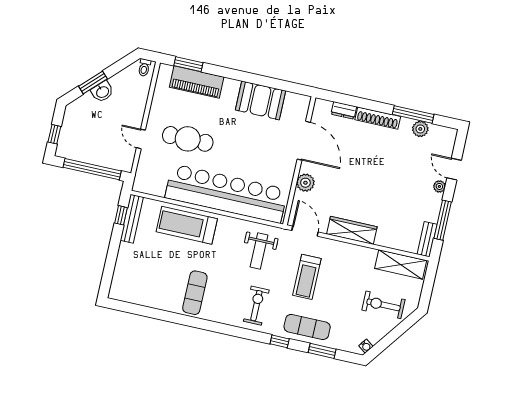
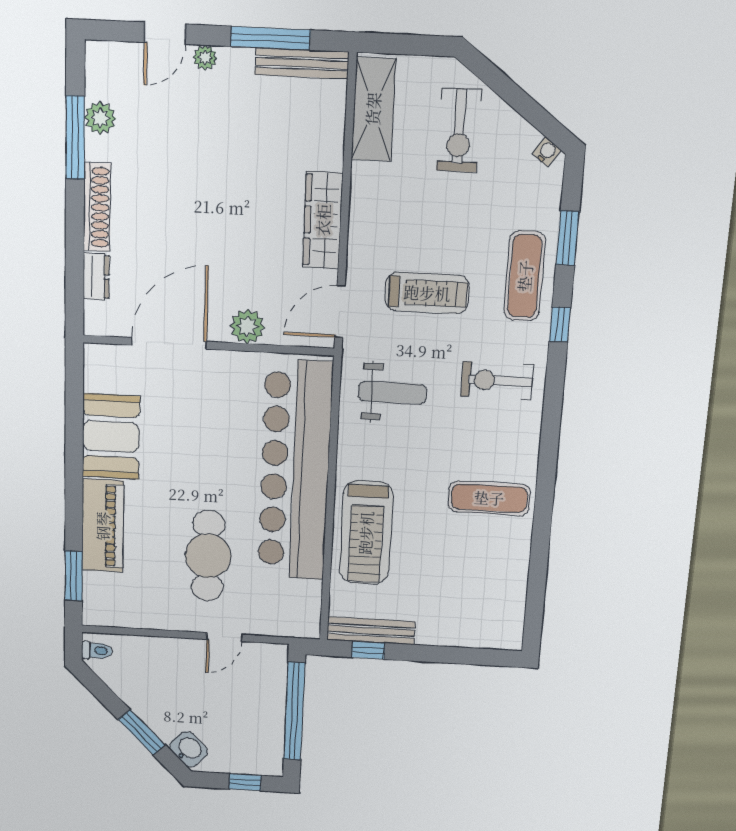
piano: (197, 82) -> (103, 526), moved
washbasin: (102, 92) -> (189, 749), moved
bench: (427, 239) -> (302, 63), width x1.36

